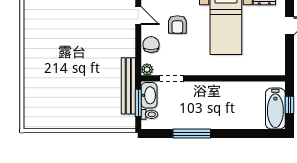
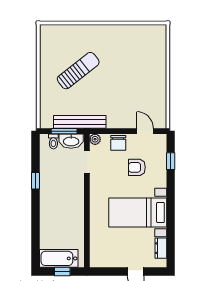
door: (138, 16) -> (145, 131), swing flipped
chair: (151, 45) -> (118, 143), turned 90
sun lounger: (73, 88) -> (78, 71), added
window: (192, 134) -> (36, 181), width x0.46

